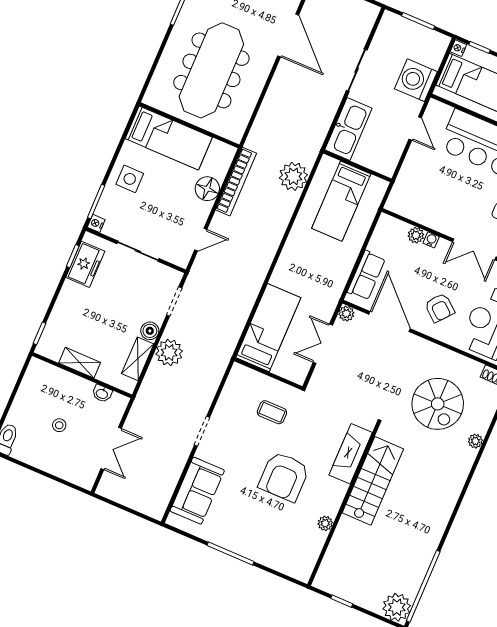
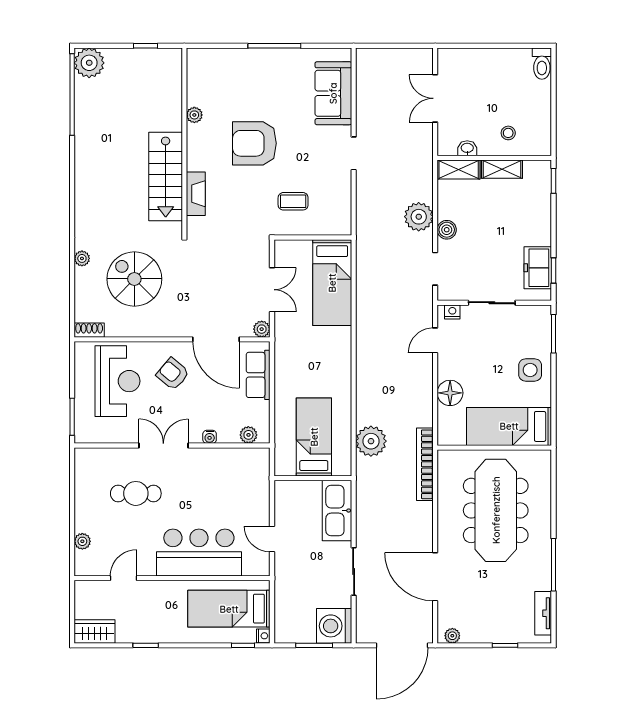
washing machine: (416, 80) -> (334, 626), moved, turned 180
bookcase: (236, 182) -> (425, 464), moved
nightstand: (96, 223) -> (452, 312), moved, turned -90
plant: (416, 235) -> (248, 435), moved
shelving: (138, 359) -> (459, 170), moved, turned 90
stool: (59, 425) -> (508, 133), moved
fireplace: (351, 454) -> (196, 194), width x0.73, depth x0.76
armchair: (284, 477) -> (254, 143), turned -90

